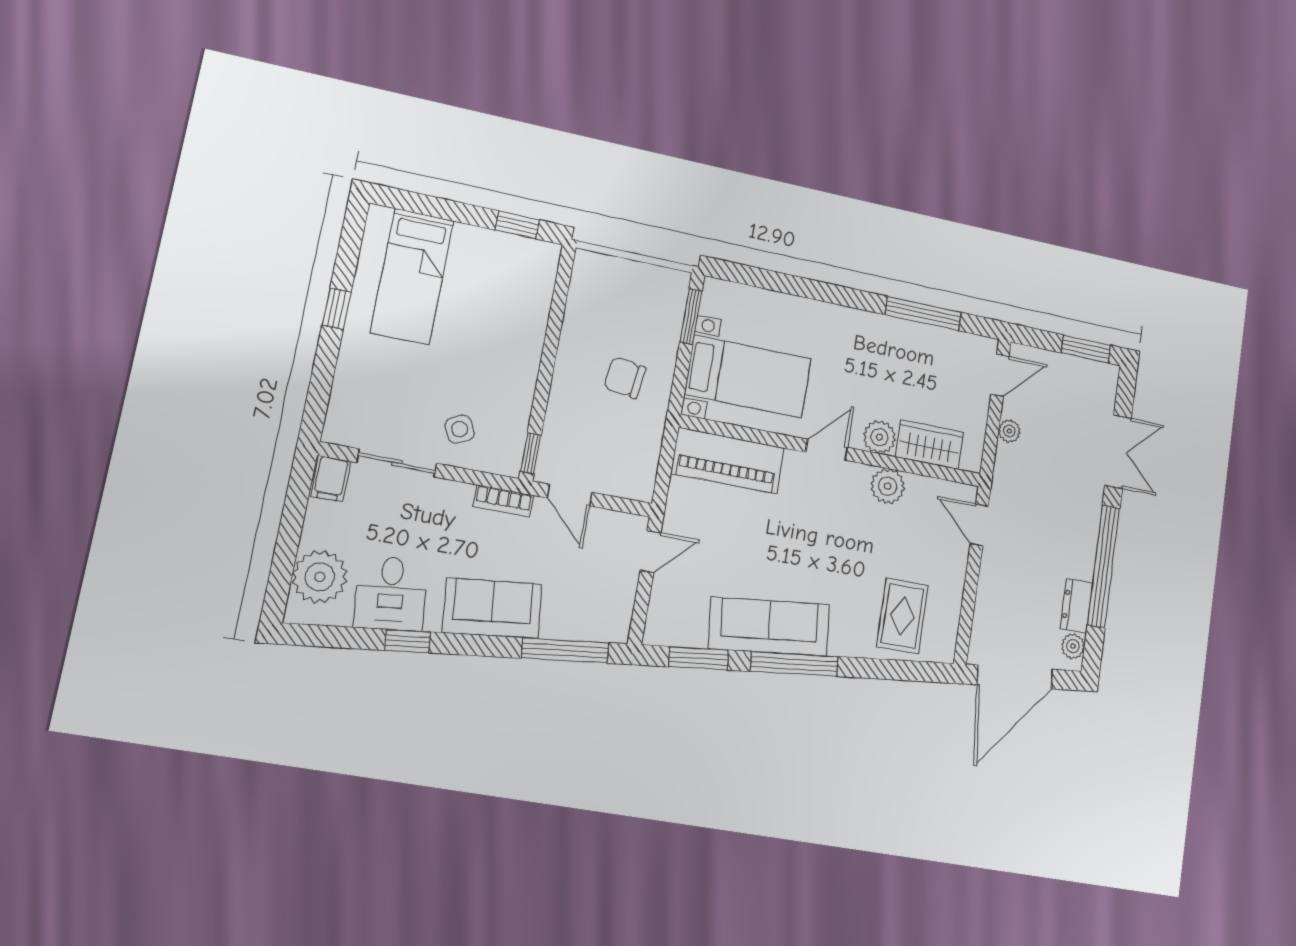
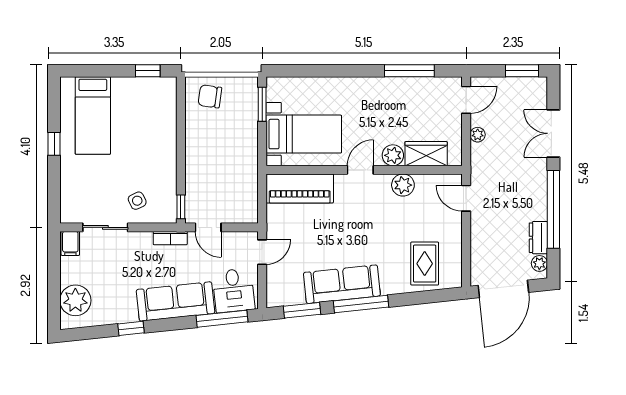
chair: (625, 378) -> (210, 96), moved
double door: (1118, 452) -> (553, 133), swing flipped
desk: (391, 593) -> (234, 290), moved
sofa: (492, 608) -> (176, 301), width x1.36

